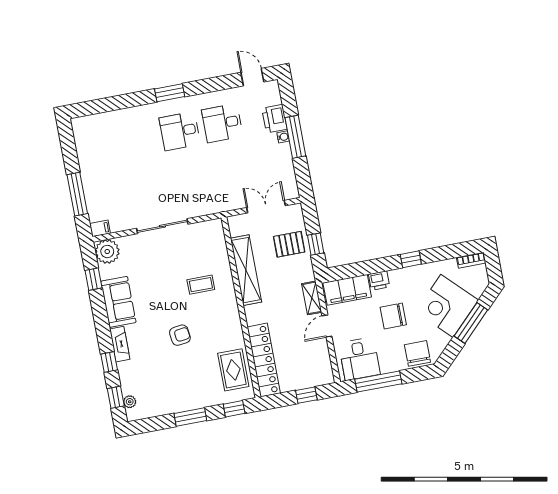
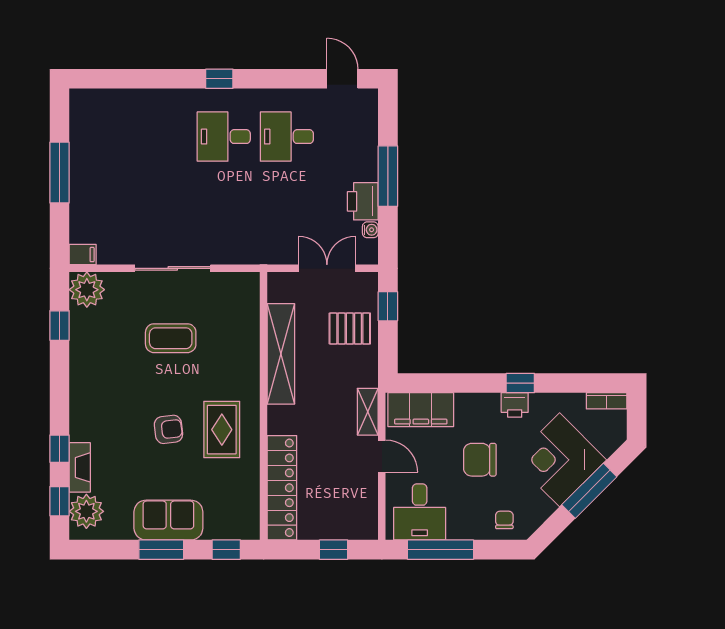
window: (170, 93) -> (219, 79), width x0.67
printer: (274, 119) -> (363, 201), moved
water cooler: (283, 137) -> (370, 230), moved
window: (77, 194) -> (60, 173), moved
window: (316, 244) -> (388, 306), moved
printer: (379, 280) -> (515, 405), moved
coffee table: (201, 285) -> (171, 338), moved, width x1.36, depth x1.30
sofa: (118, 302) -> (168, 520), moved, turned -90
door: (327, 326) -> (382, 456), swing flipped
fireplace: (120, 344) -> (80, 467), moved
chair: (417, 353) -> (504, 520), width x0.54, depth x0.54
rug: (233, 370) -> (222, 430), moved
plant: (130, 402) -> (86, 511), width x1.88, depth x1.88

